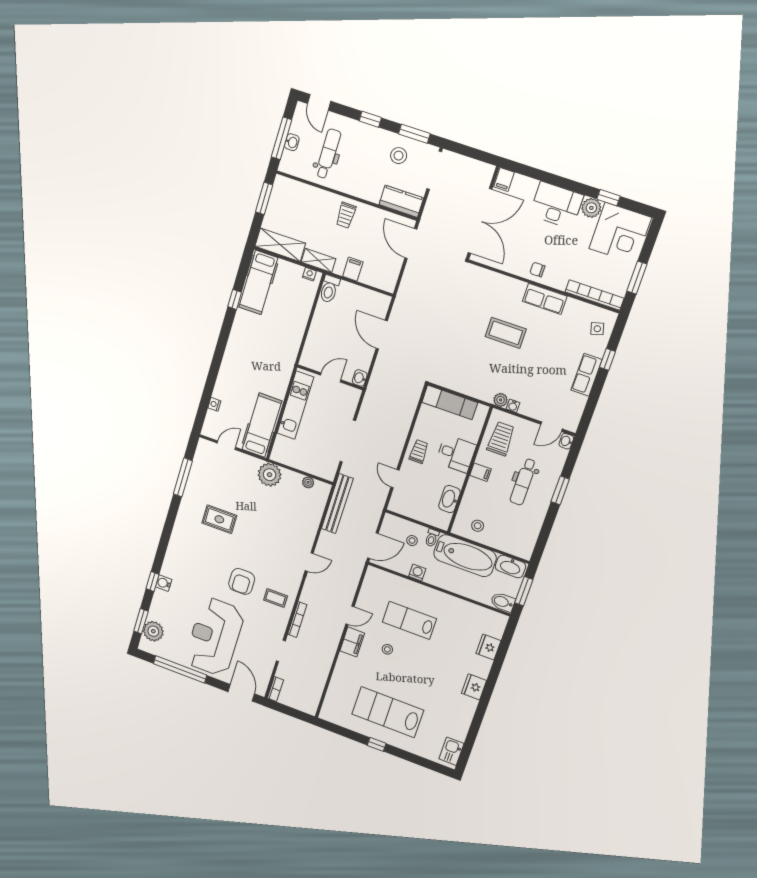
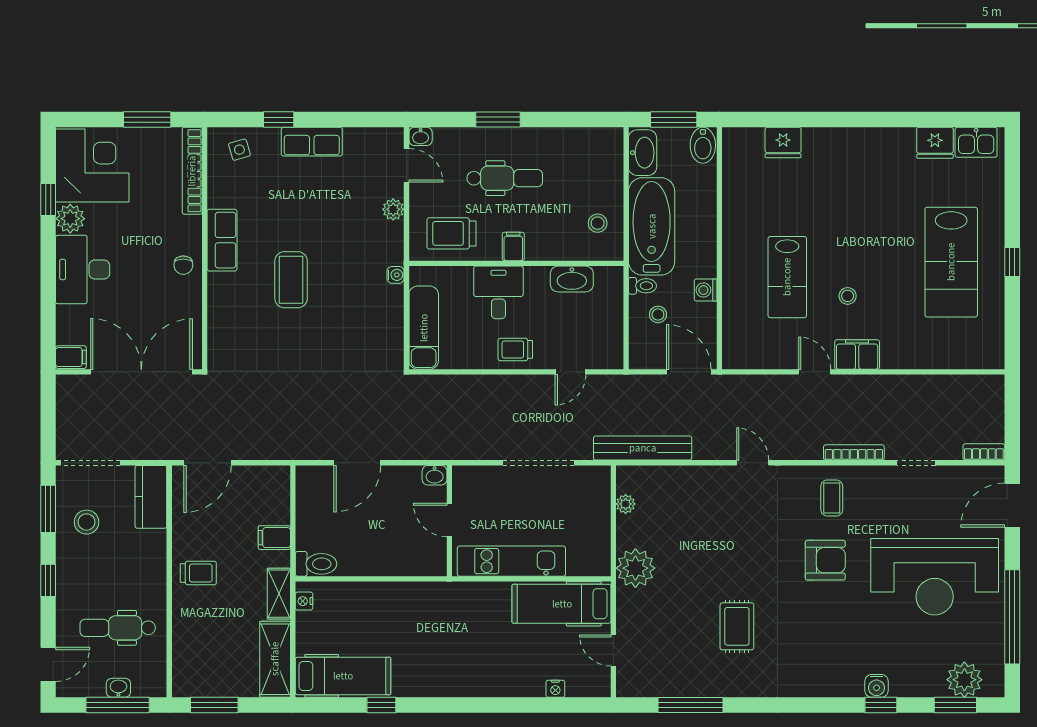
plant: (501, 400) -> (393, 209), moved
water cooler: (513, 406) -> (396, 275), moved
fridge: (474, 687) -> (935, 143), moved

